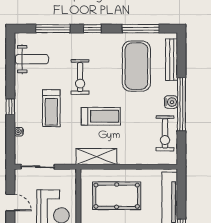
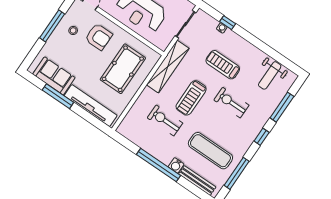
exercise mat: (136, 66) -> (210, 151), width x0.68
water cooler: (171, 102) -> (176, 165), moved
window: (10, 107) -> (228, 23), moved
exercise bike: (165, 133) -> (165, 120), moved
shelving: (96, 157) -> (168, 67), width x1.47

